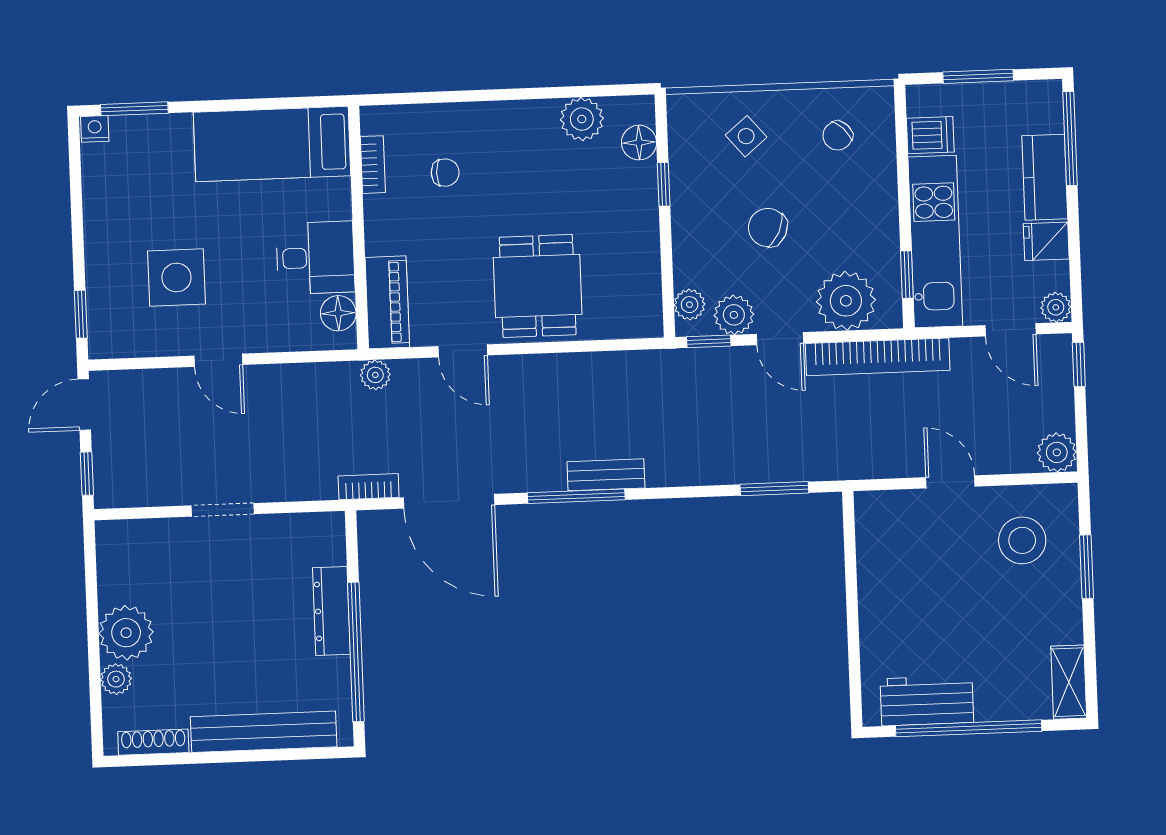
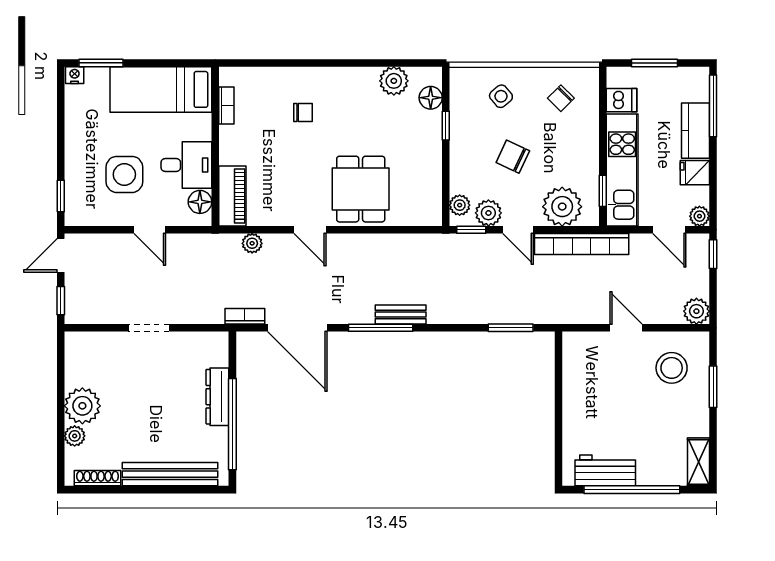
bed: (272, 144) -> (161, 89), moved
bookcase: (373, 165) -> (226, 105), moved
wall: (358, 228) -> (215, 146), moved
desk: (315, 258) -> (186, 165), moved
piano: (387, 302) -> (232, 196), moved
floor lamp: (338, 313) -> (200, 202), moved

